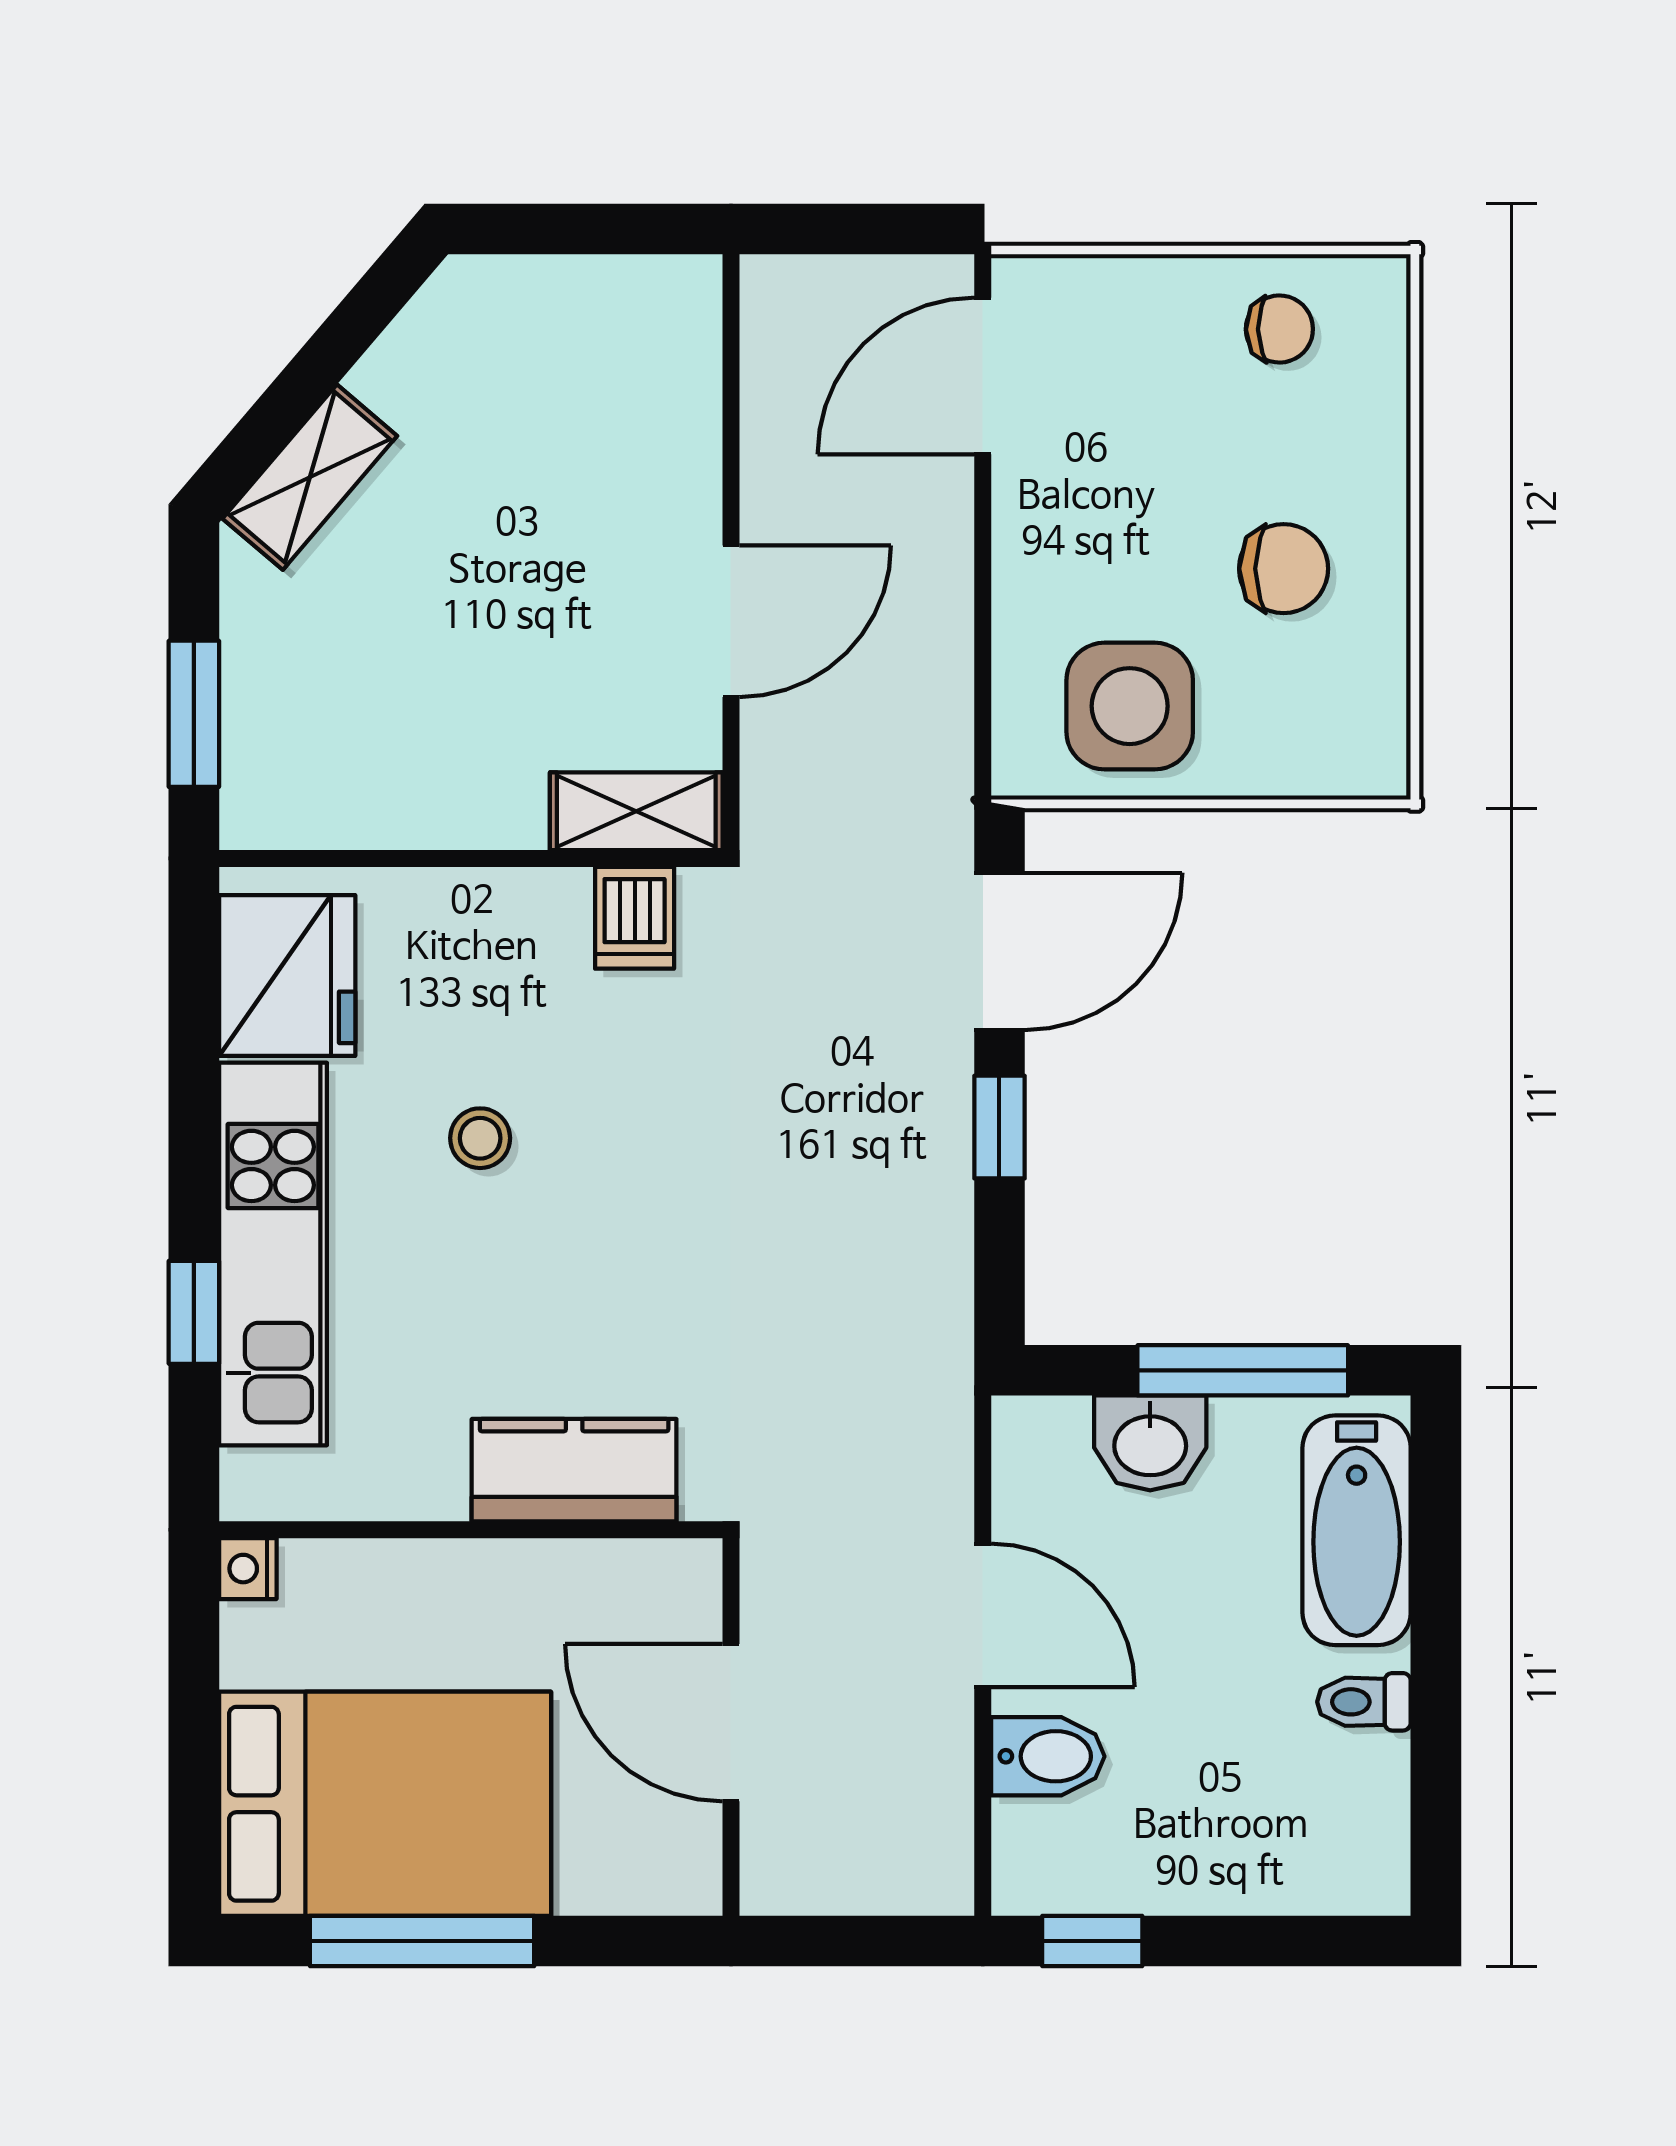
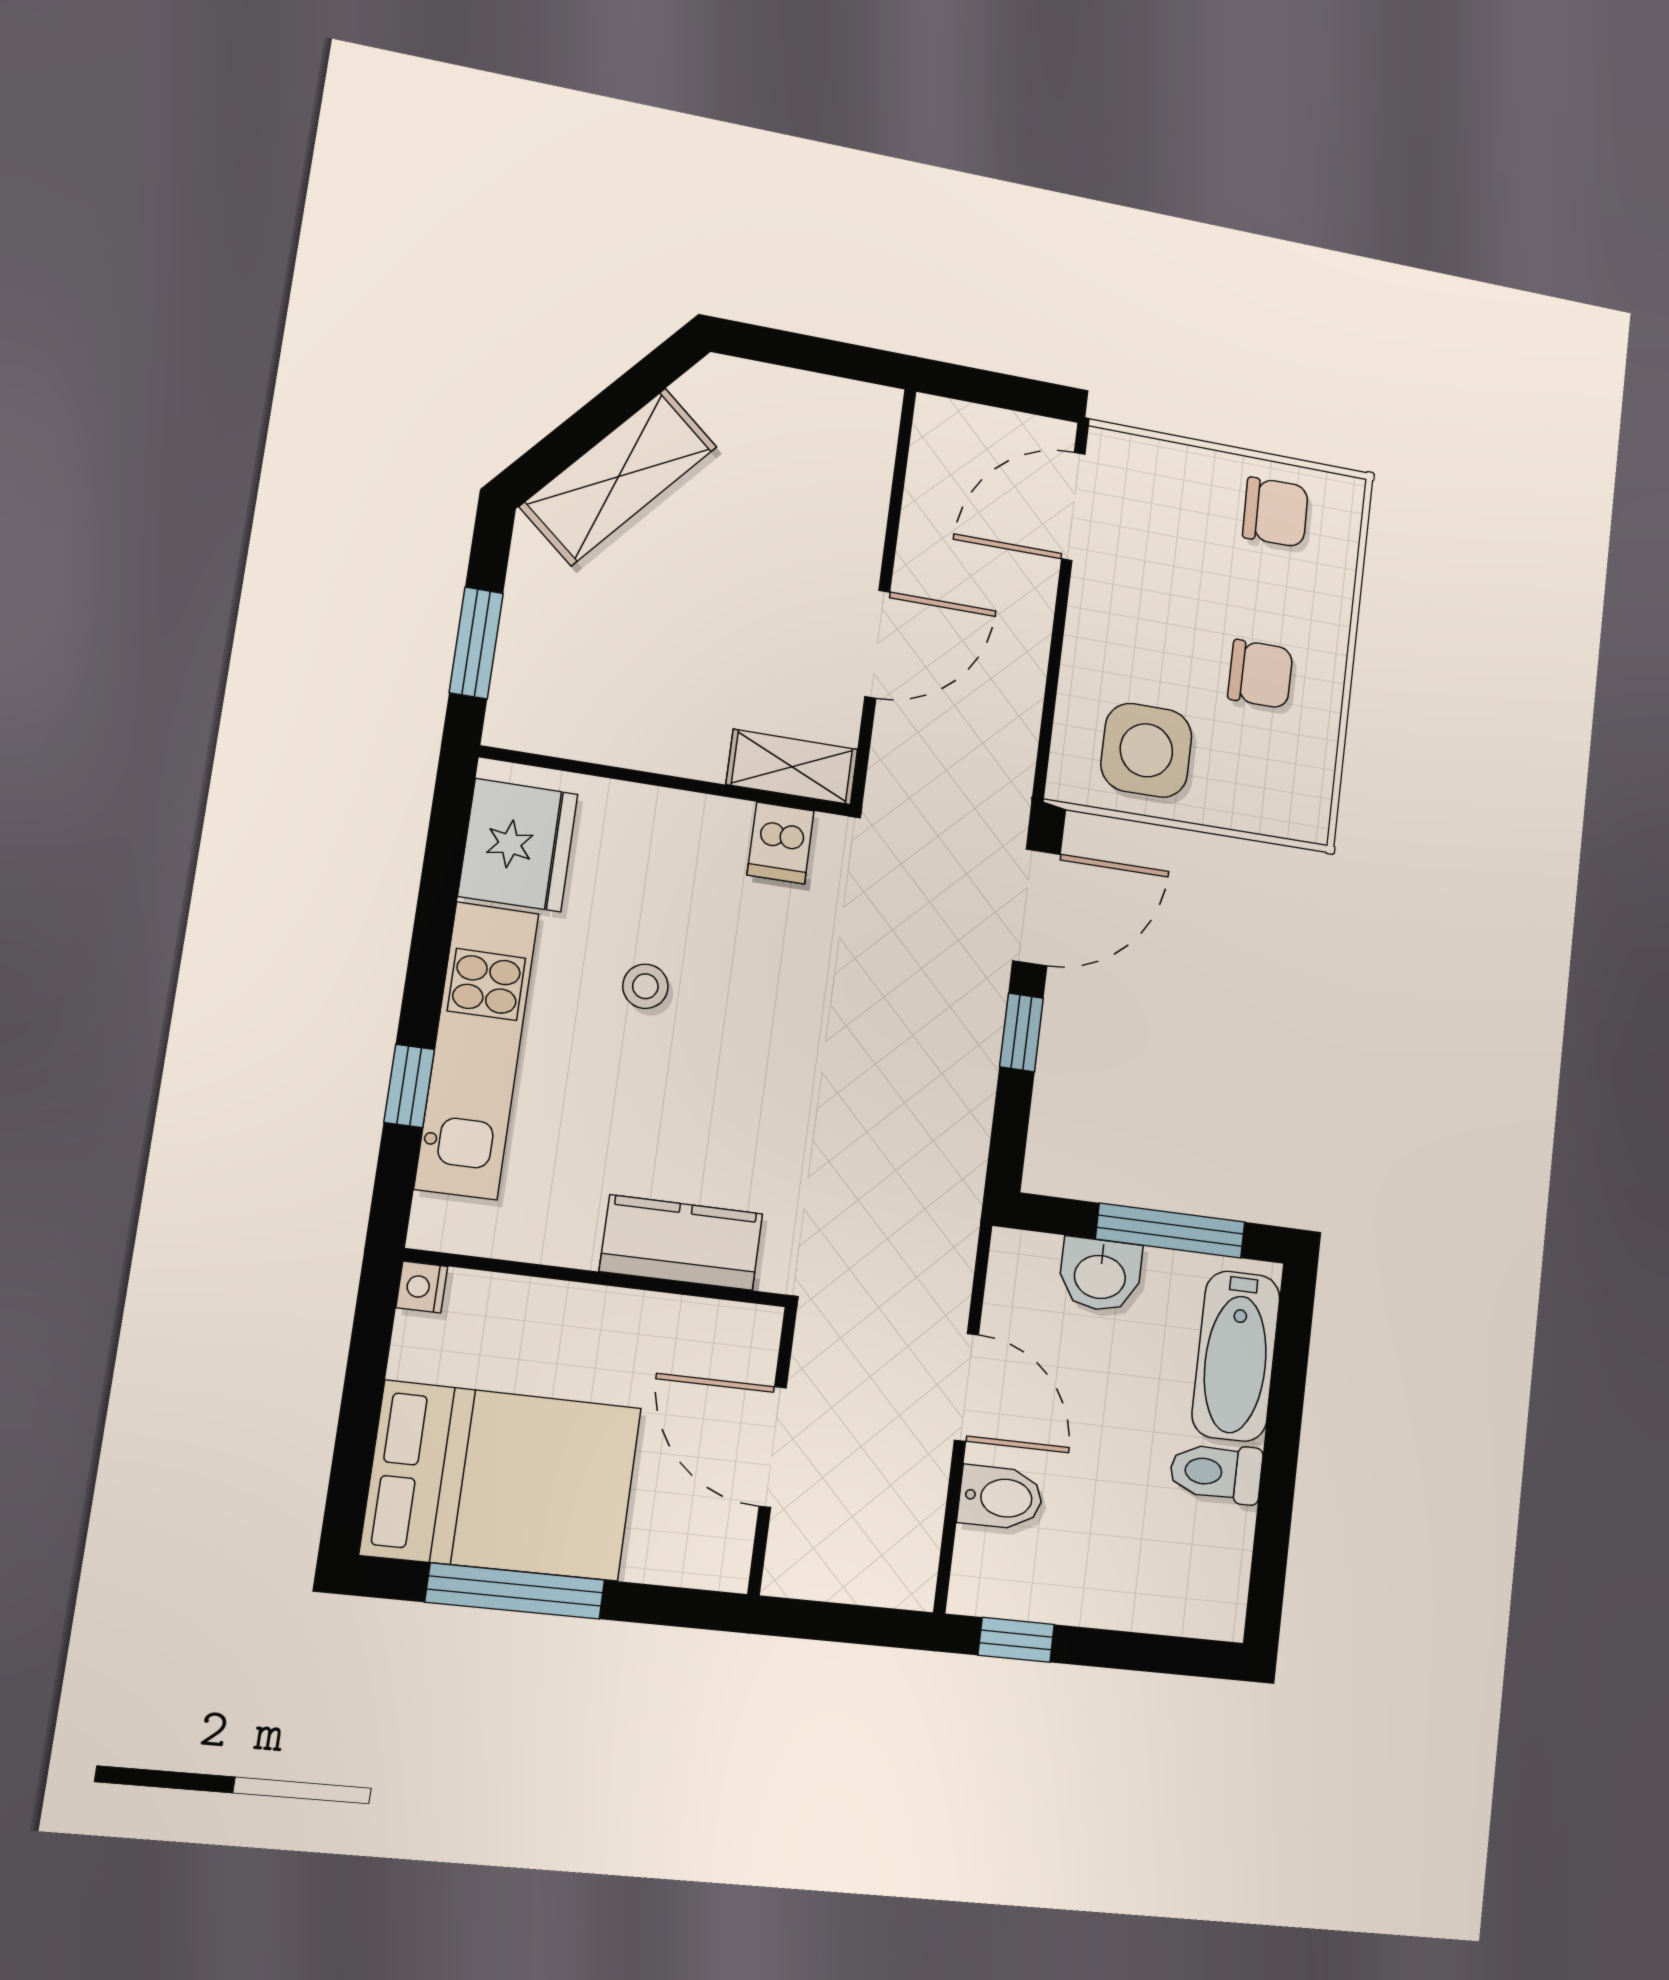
chair: (1279, 329) -> (1276, 512), width x1.37, depth x1.37
shelving: (310, 477) -> (619, 476), width x1.50, depth x1.33
toilet: (1364, 1702) -> (1216, 1472), width x1.37, depth x1.39

